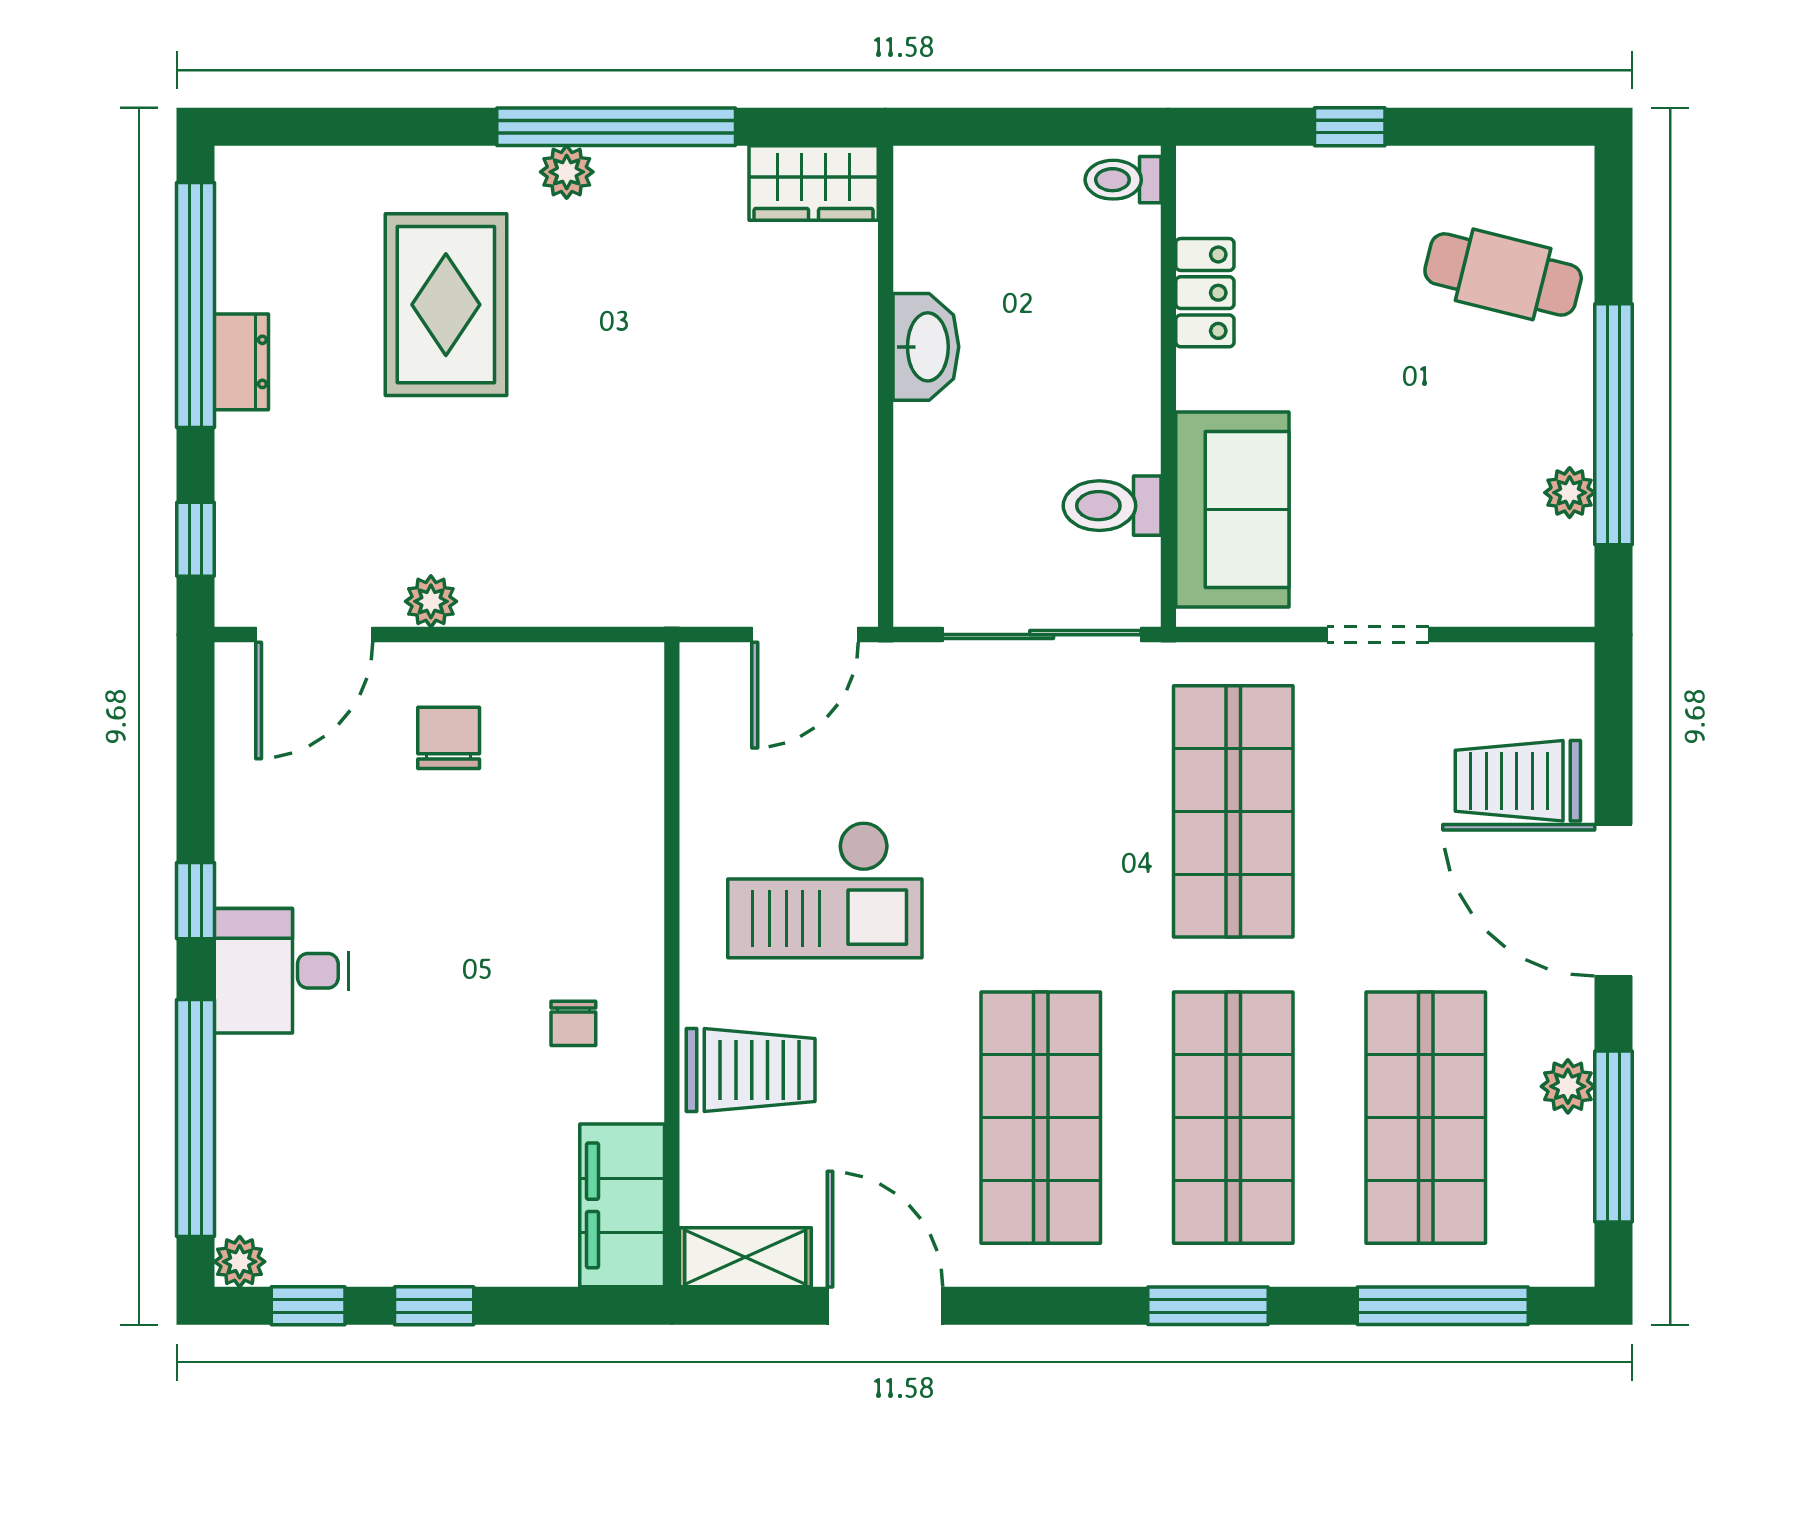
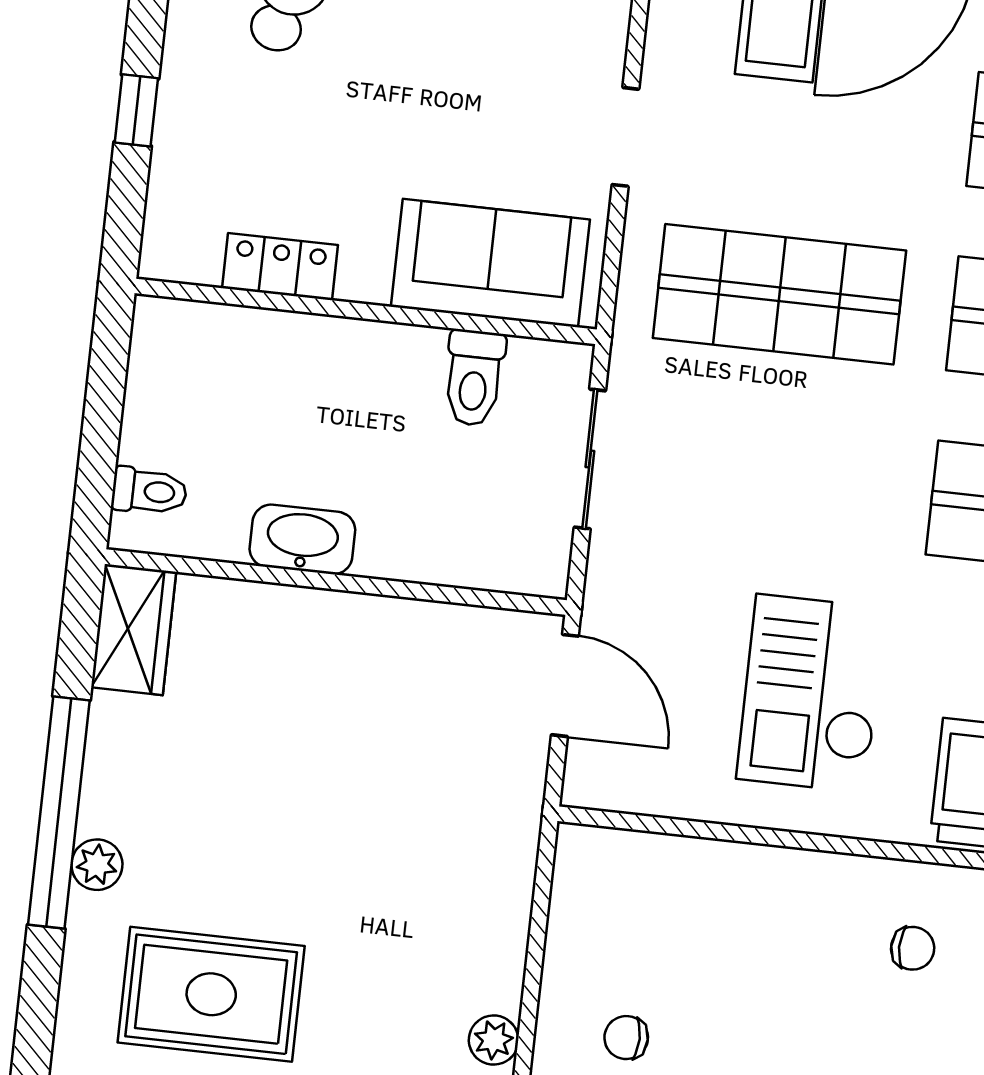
toilet: (1123, 180) -> (149, 491), moved, turned -90
sliding door: (1042, 635) -> (590, 459), width x0.73
chair: (449, 738) -> (626, 1038), width x0.73, depth x0.73
checkout: (825, 890) -> (811, 693), turned 180

